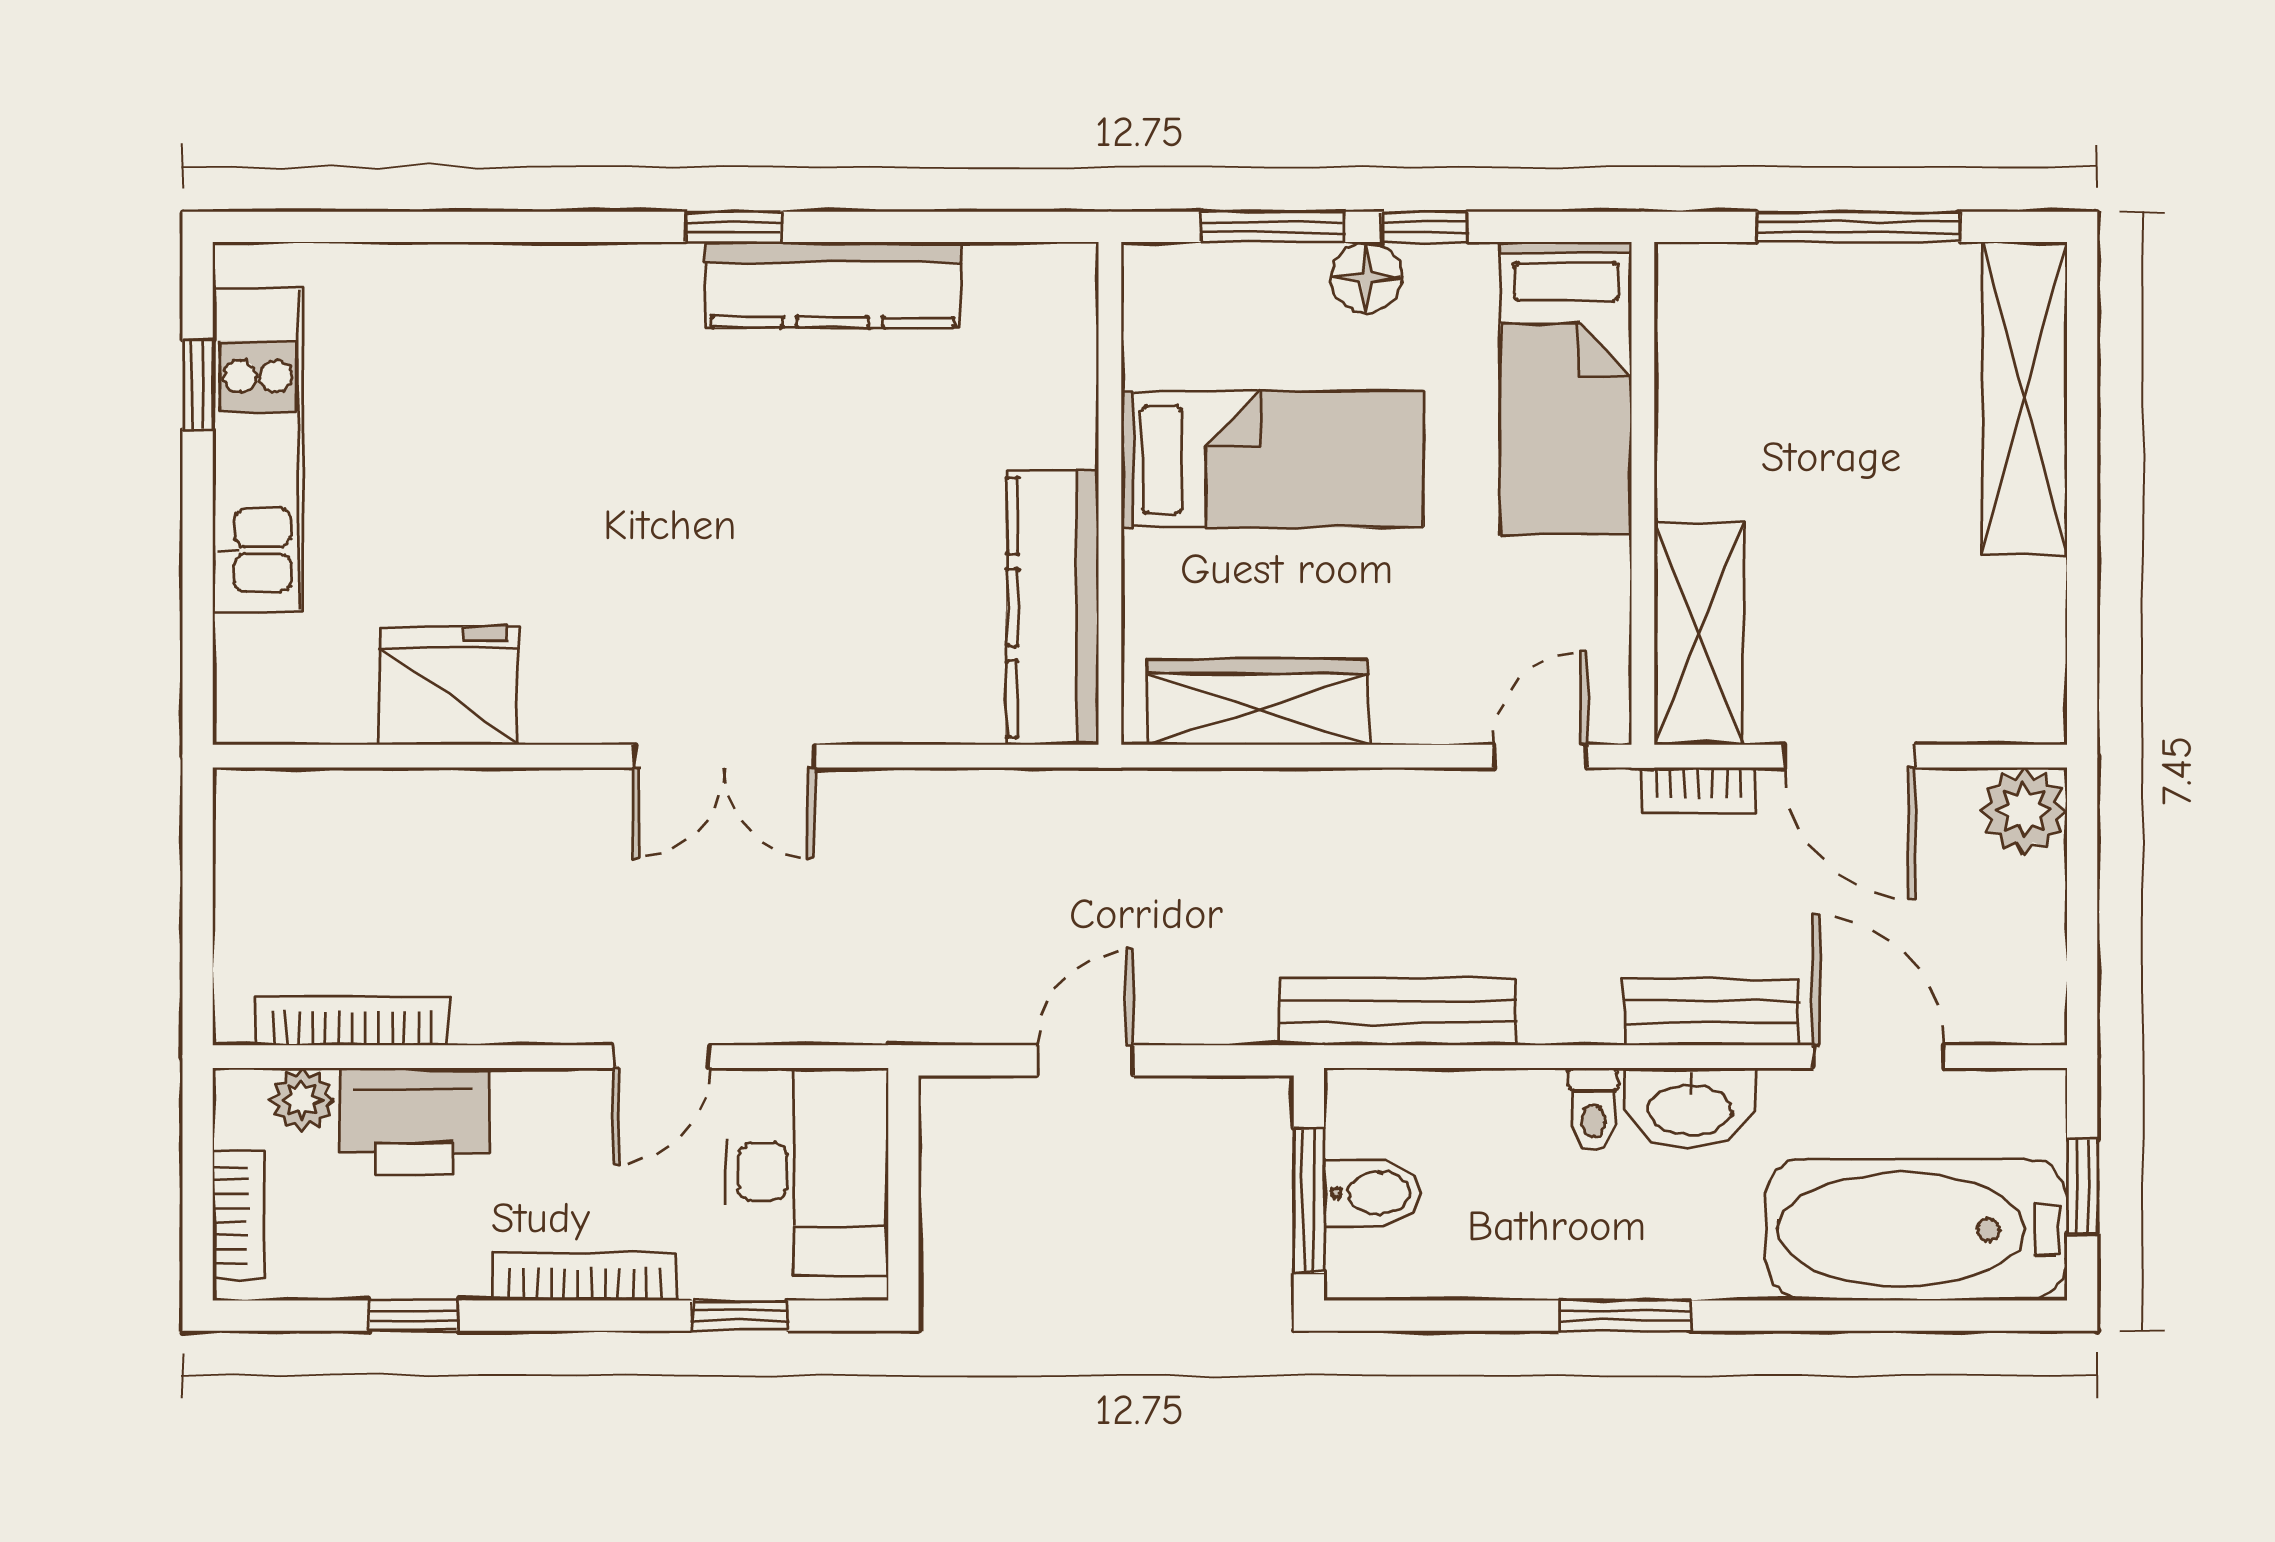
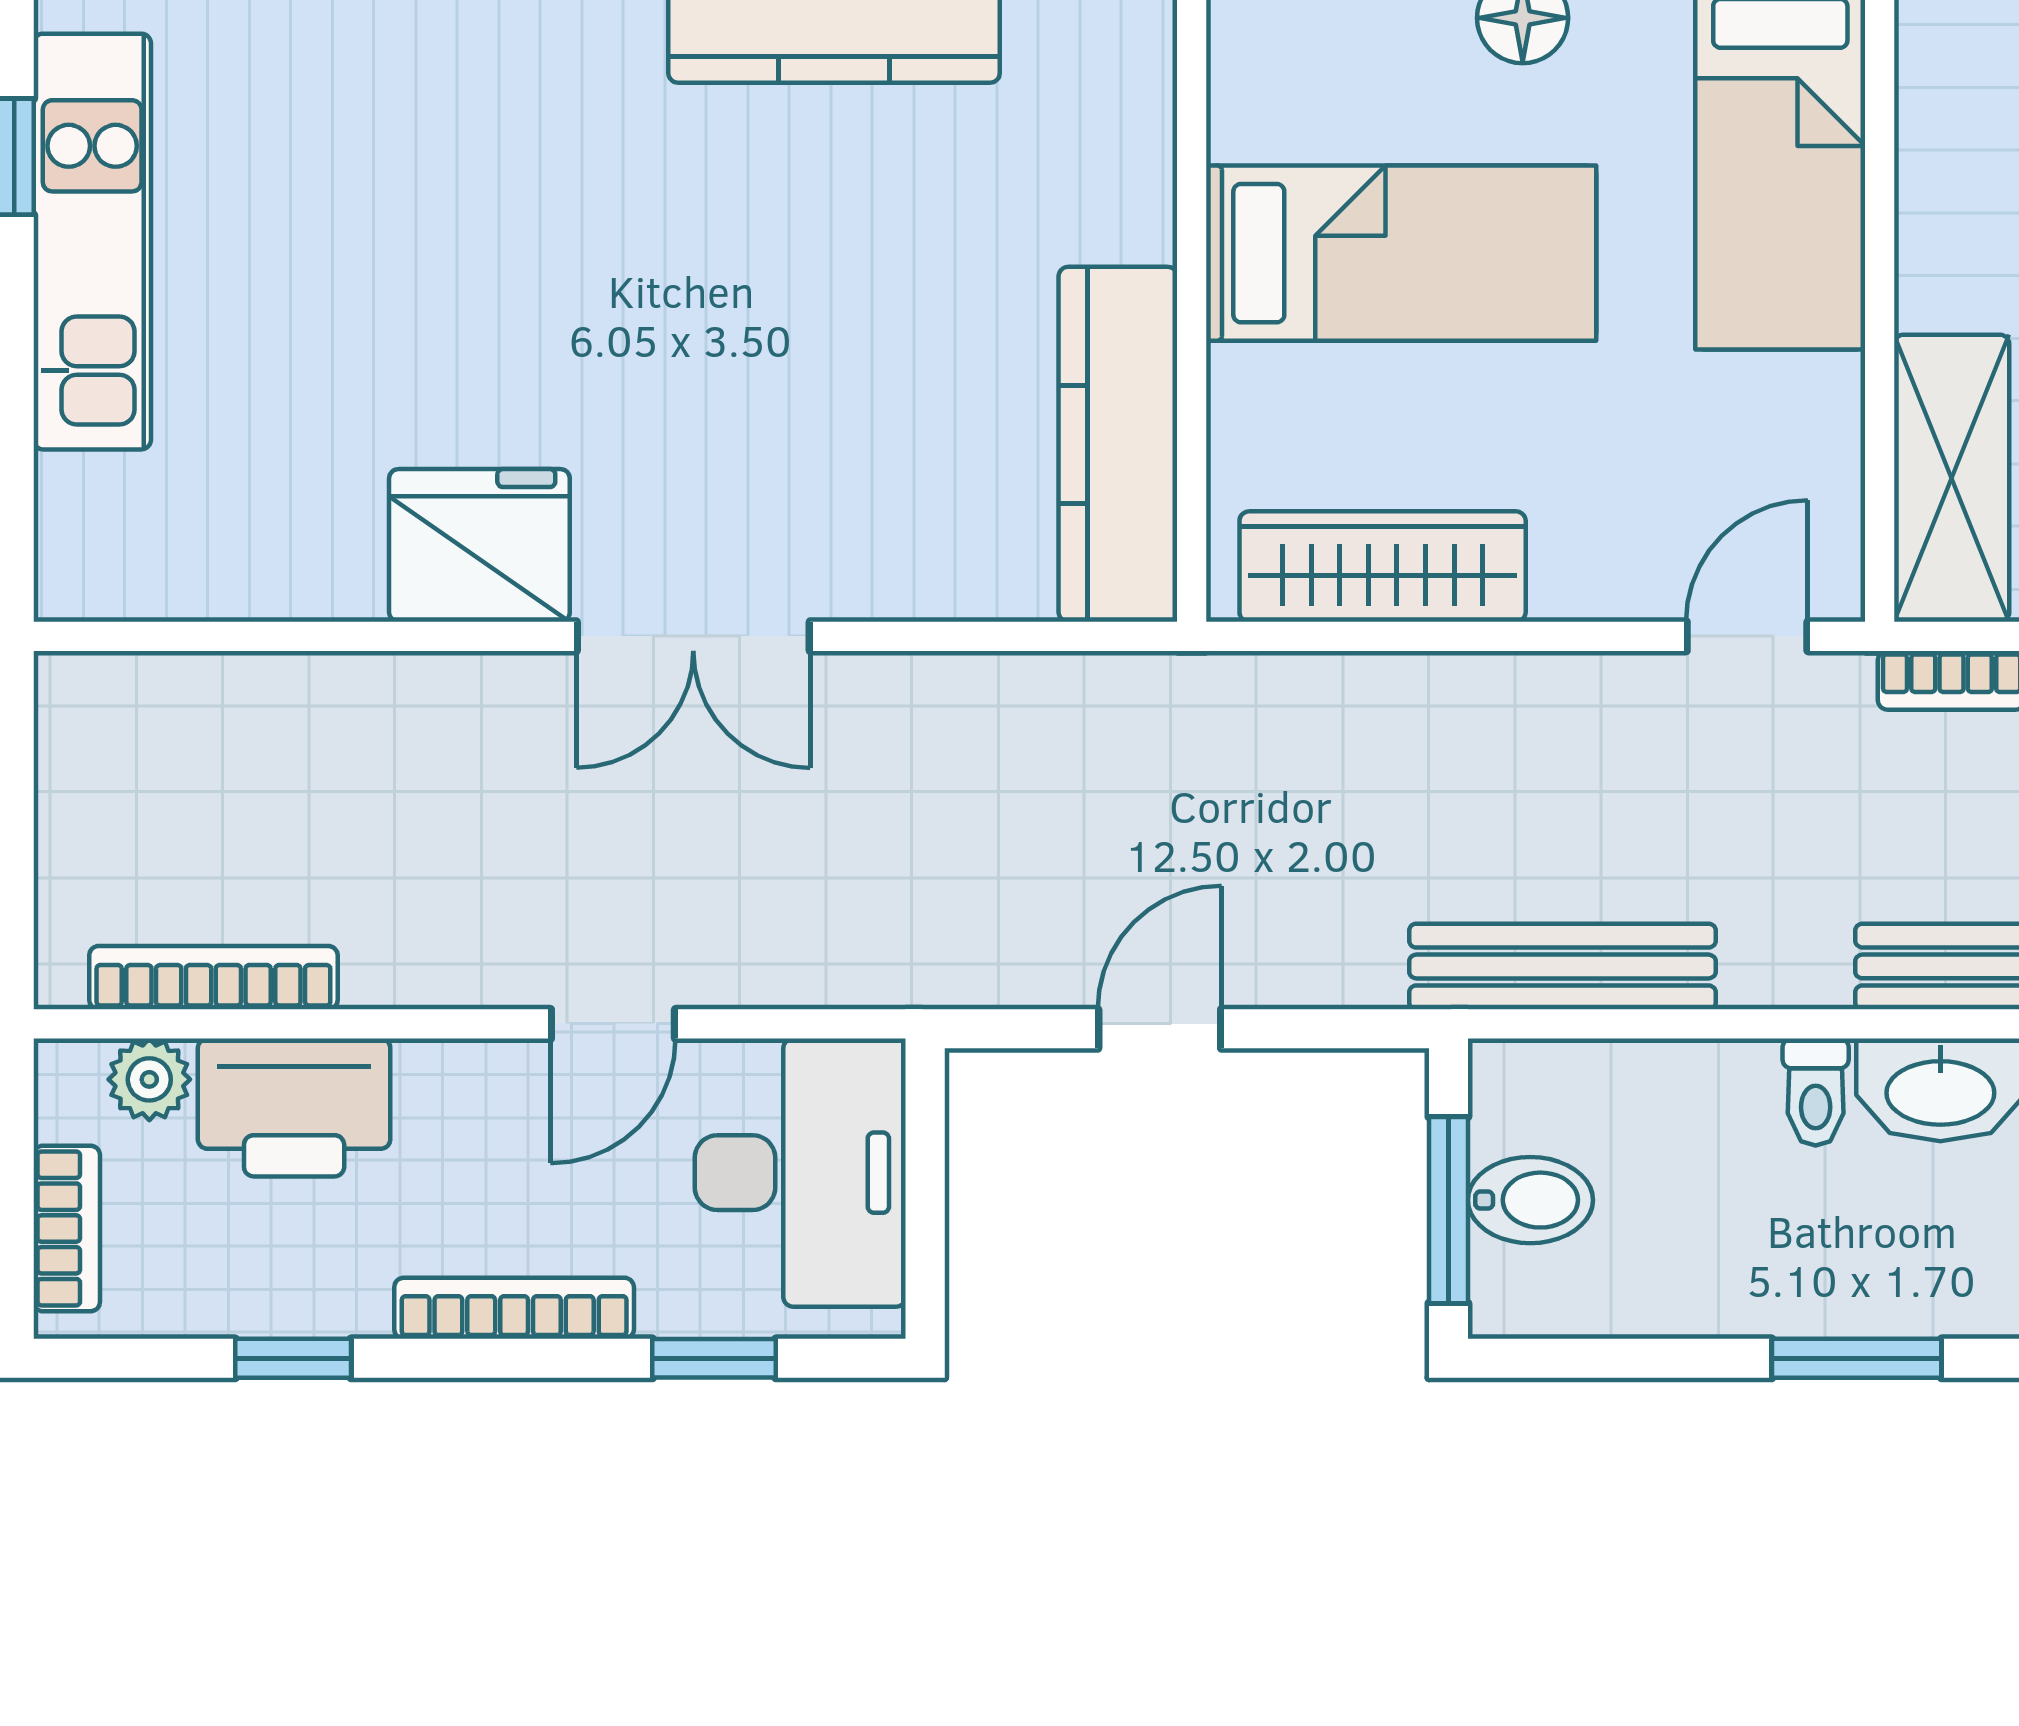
fridge: (449, 686) -> (479, 545), moved

